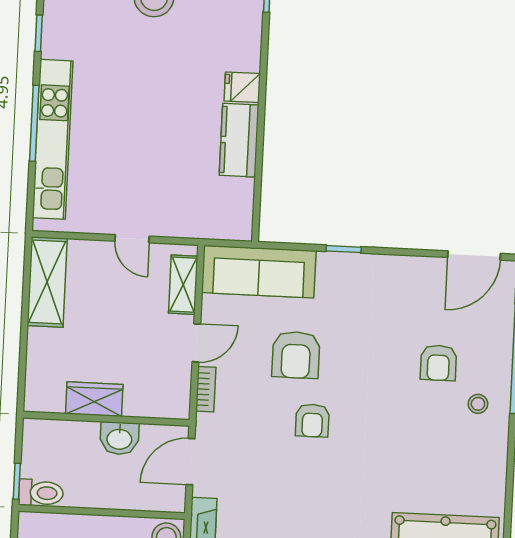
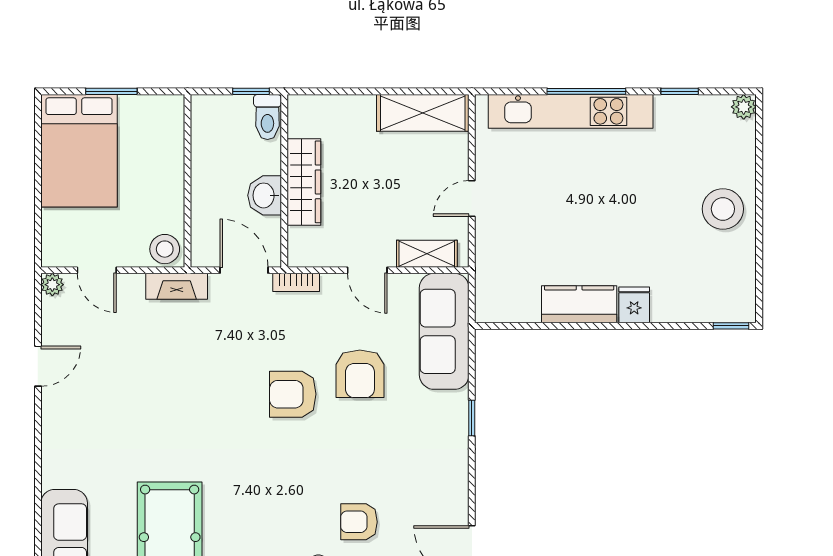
armchair: (296, 355) -> (360, 374), turned -90
bookcase: (206, 389) -> (296, 282), moved
wardrobe: (94, 399) -> (304, 182), width x1.50
armchair: (312, 421) -> (293, 394), width x1.38, depth x1.38
window: (17, 481) -> (251, 91), moved
toilet: (41, 493) -> (267, 117), moved

